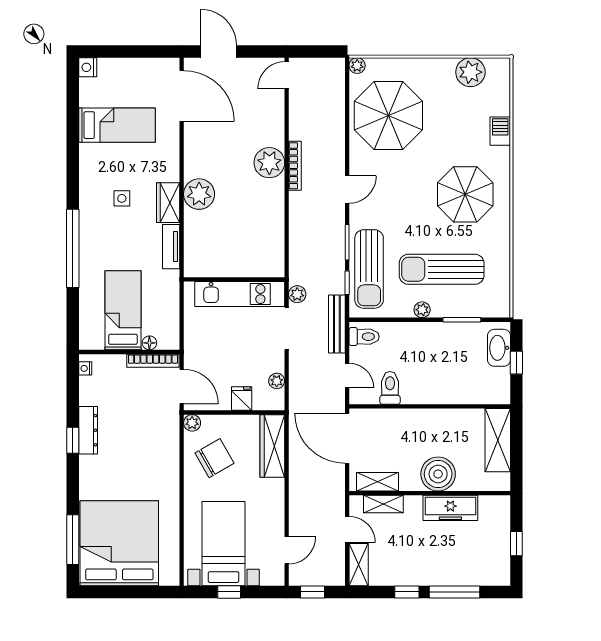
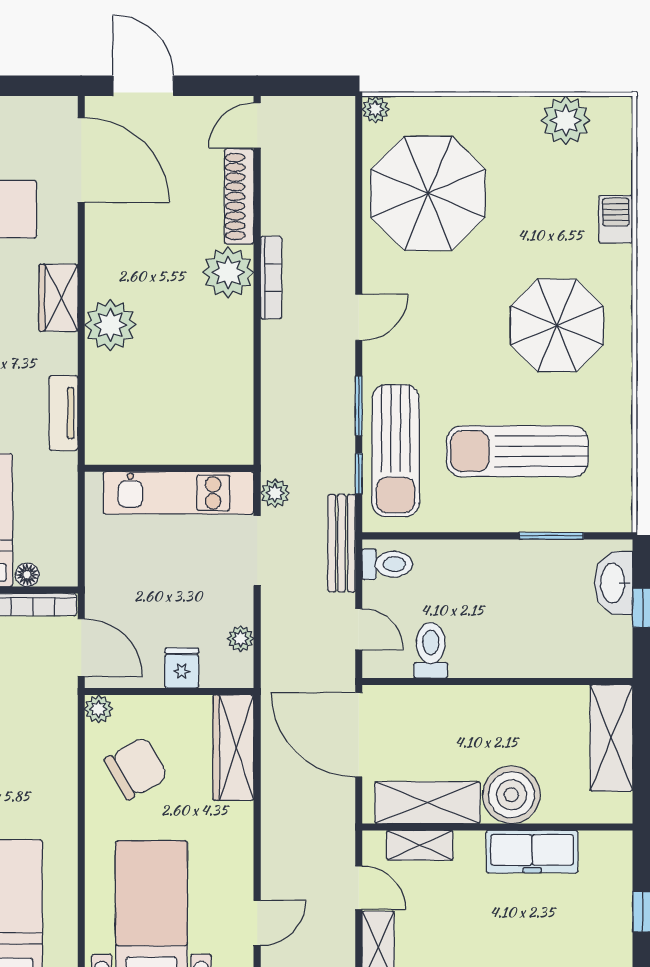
shoe rack: (276, 117) -> (239, 196), added
wardrobe: (168, 203) -> (58, 298), moved
plant: (422, 310) -> (485, 519), removed
shelving: (378, 482) -> (427, 803), width x1.50, depth x1.33

